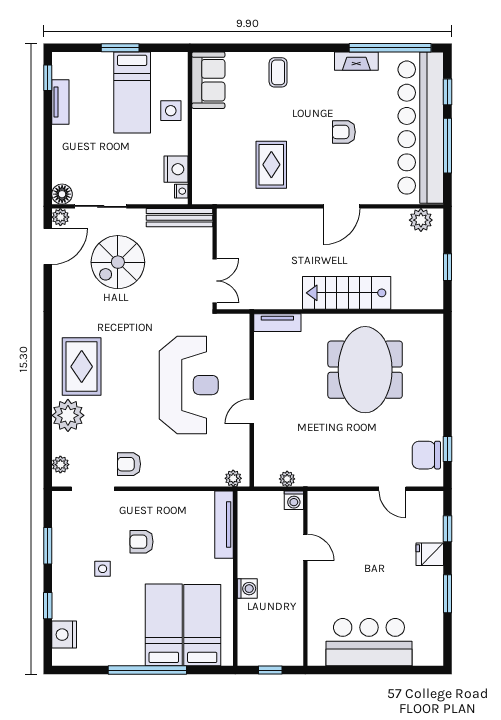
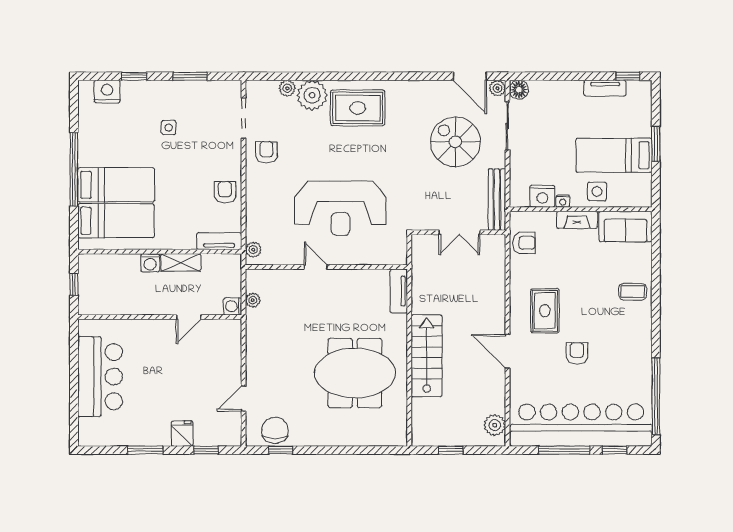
fireplace: (356, 61) -> (577, 220), moved, turned -90
rug: (271, 165) -> (545, 311), moved, turned 90
armchair: (226, 189) -> (524, 243), added
nightstand: (181, 191) -> (563, 201), moved
double door: (215, 281) -> (459, 232), moved
plant: (60, 465) -> (287, 88), moved
tv unit: (224, 525) -> (219, 241), width x0.71
armchair: (142, 542) -> (225, 192), moved
shelving: (247, 556) -> (181, 263), added

